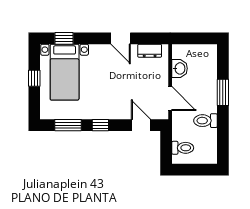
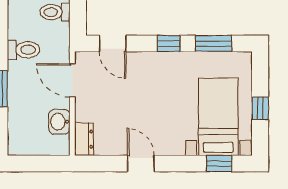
dresser: (150, 51) -> (84, 139), moved, turned 90

